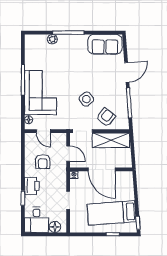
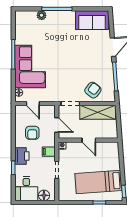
side table: (86, 99) -> (74, 73), removed
door: (102, 169) -> (89, 140), width x0.53
filing cabinet: (60, 181) -> (49, 152), added

